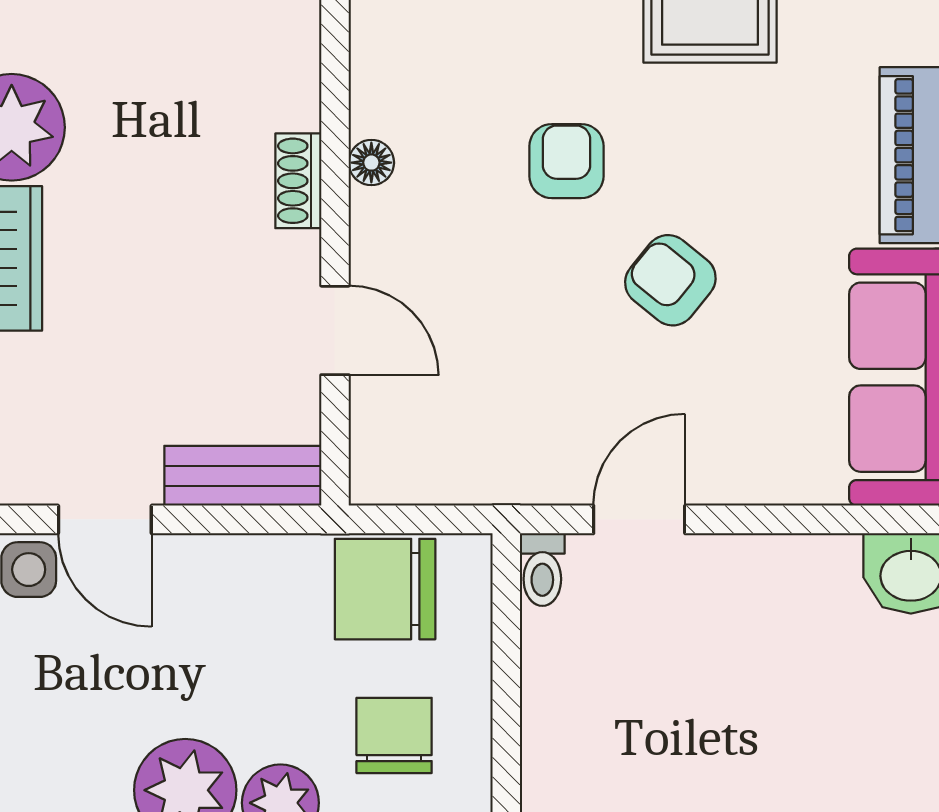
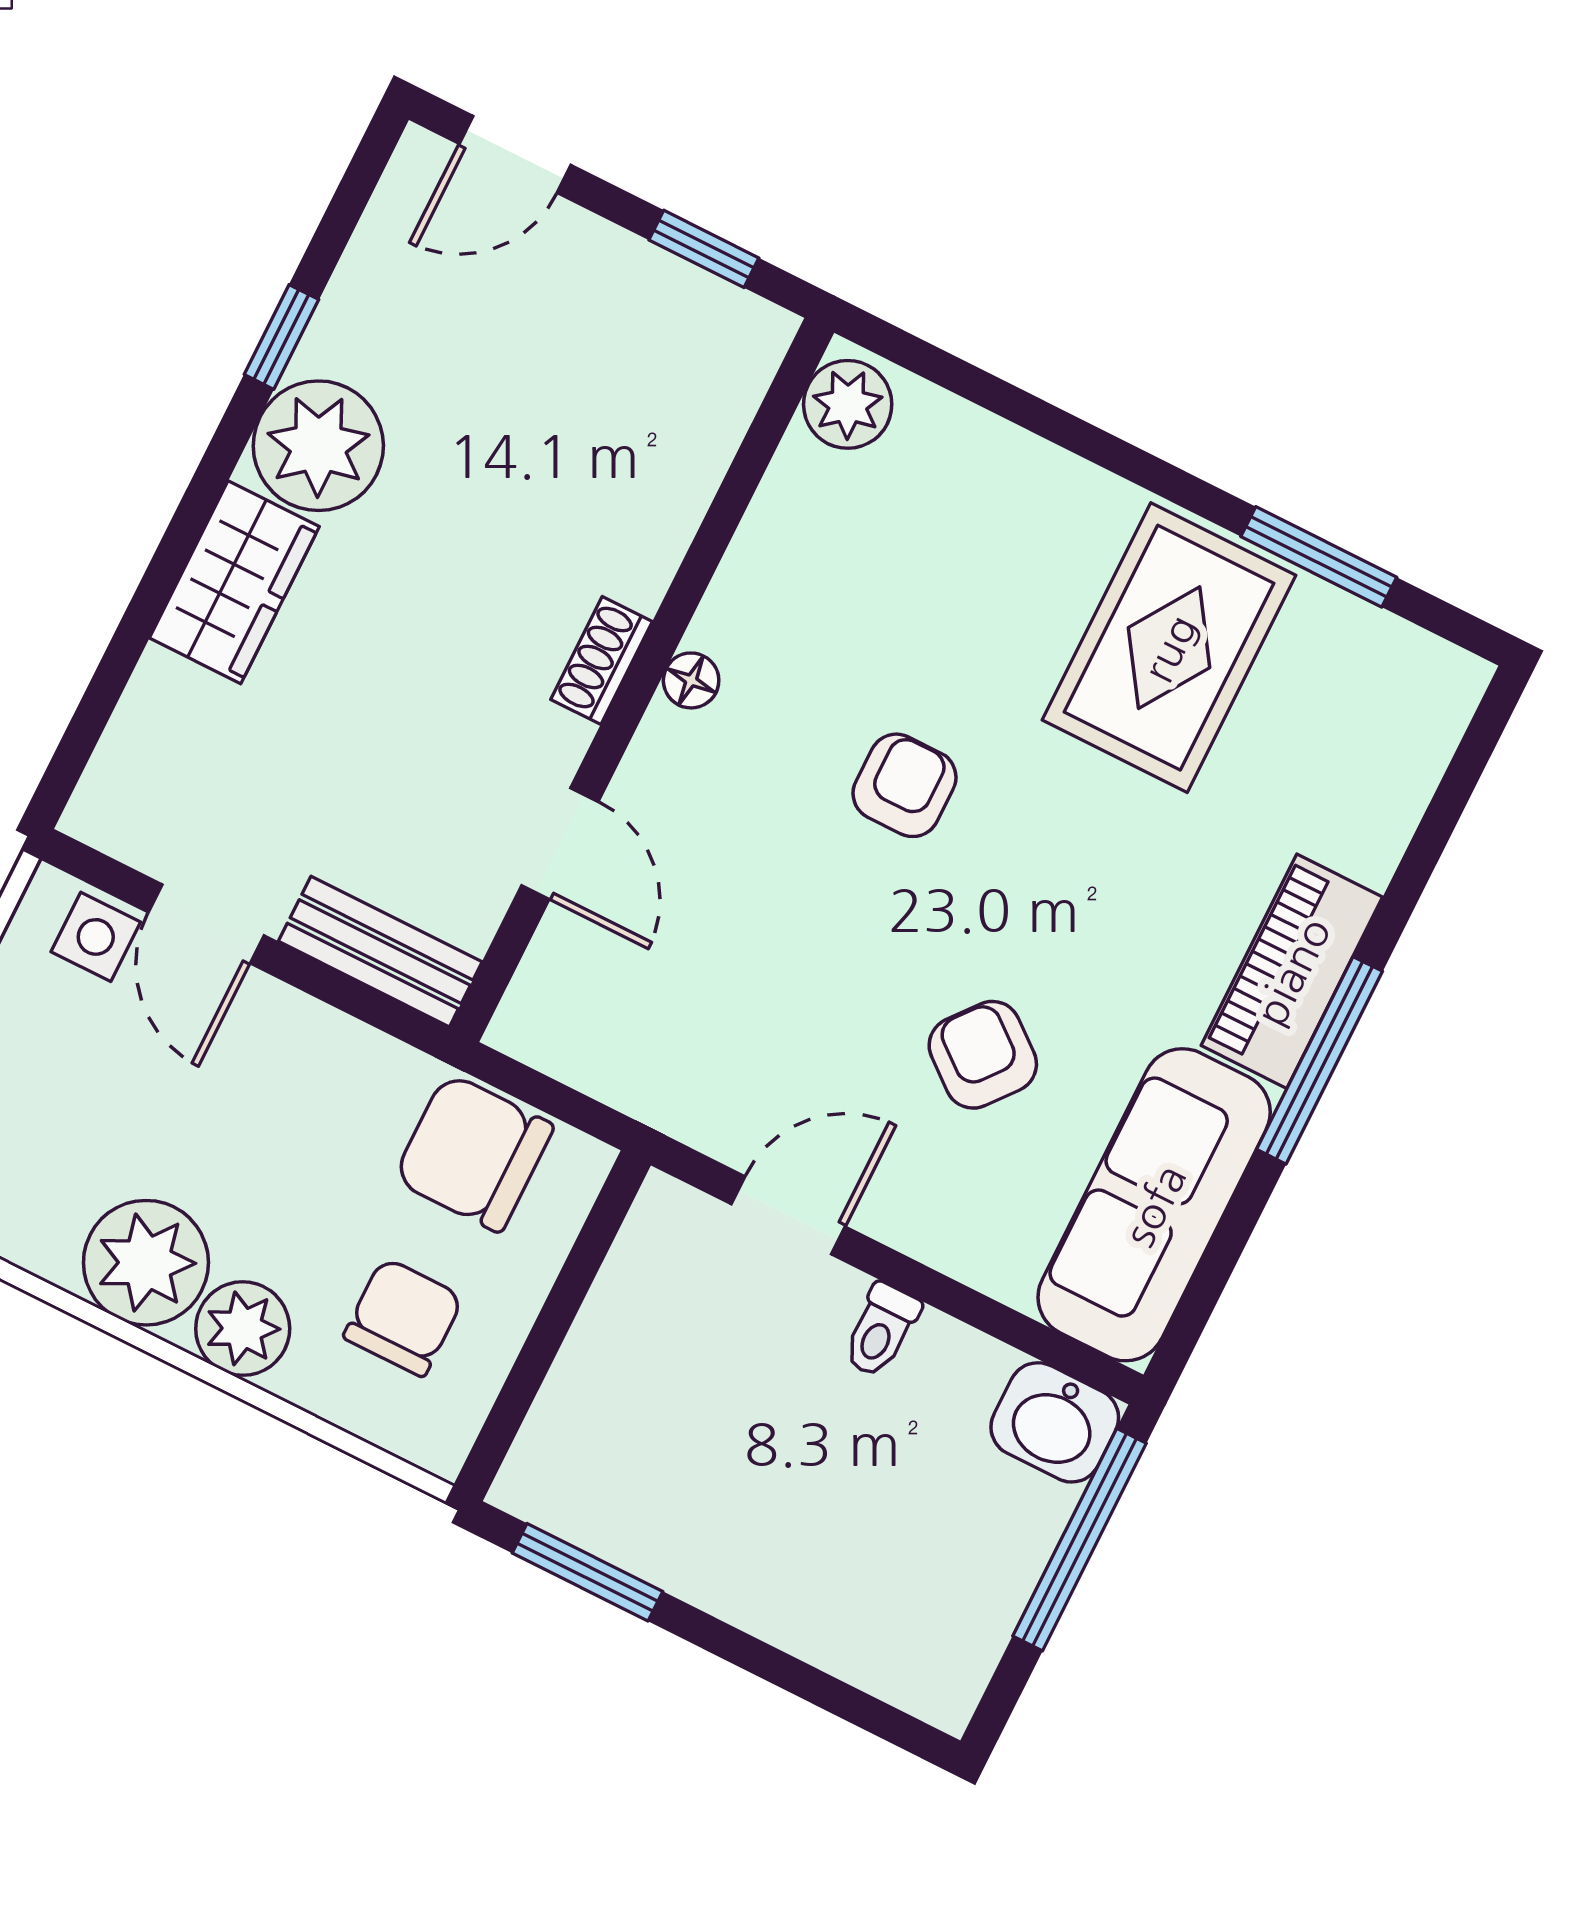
armchair: (670, 280) -> (983, 1055), moved
toilet: (542, 570) -> (881, 1330), moved

